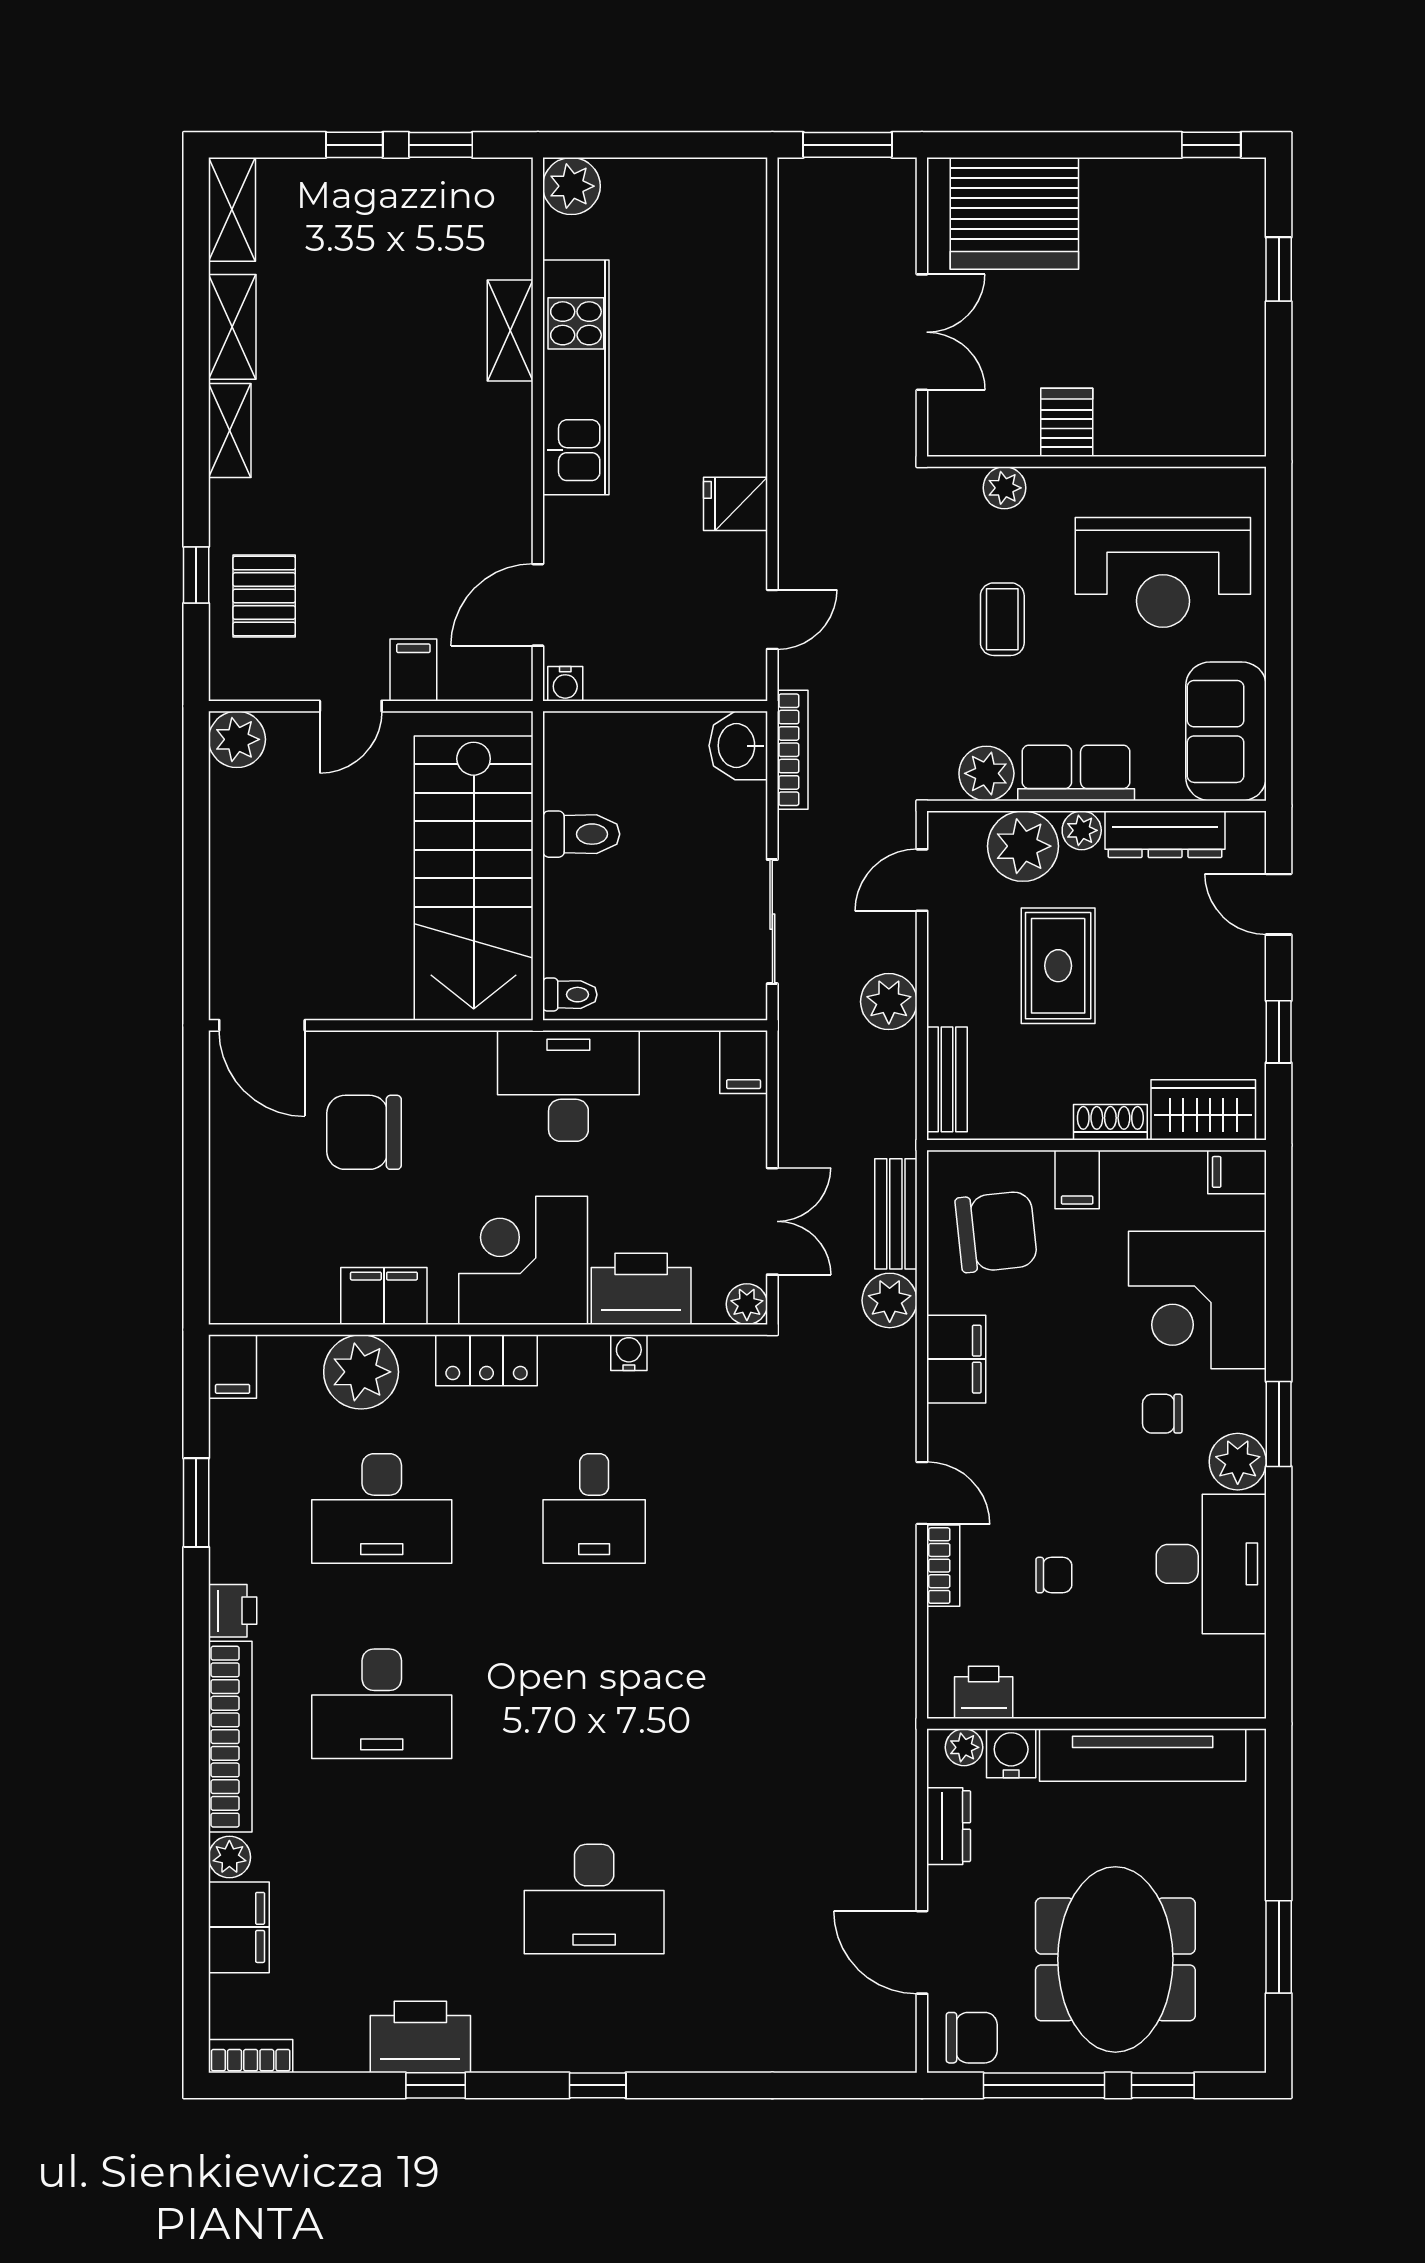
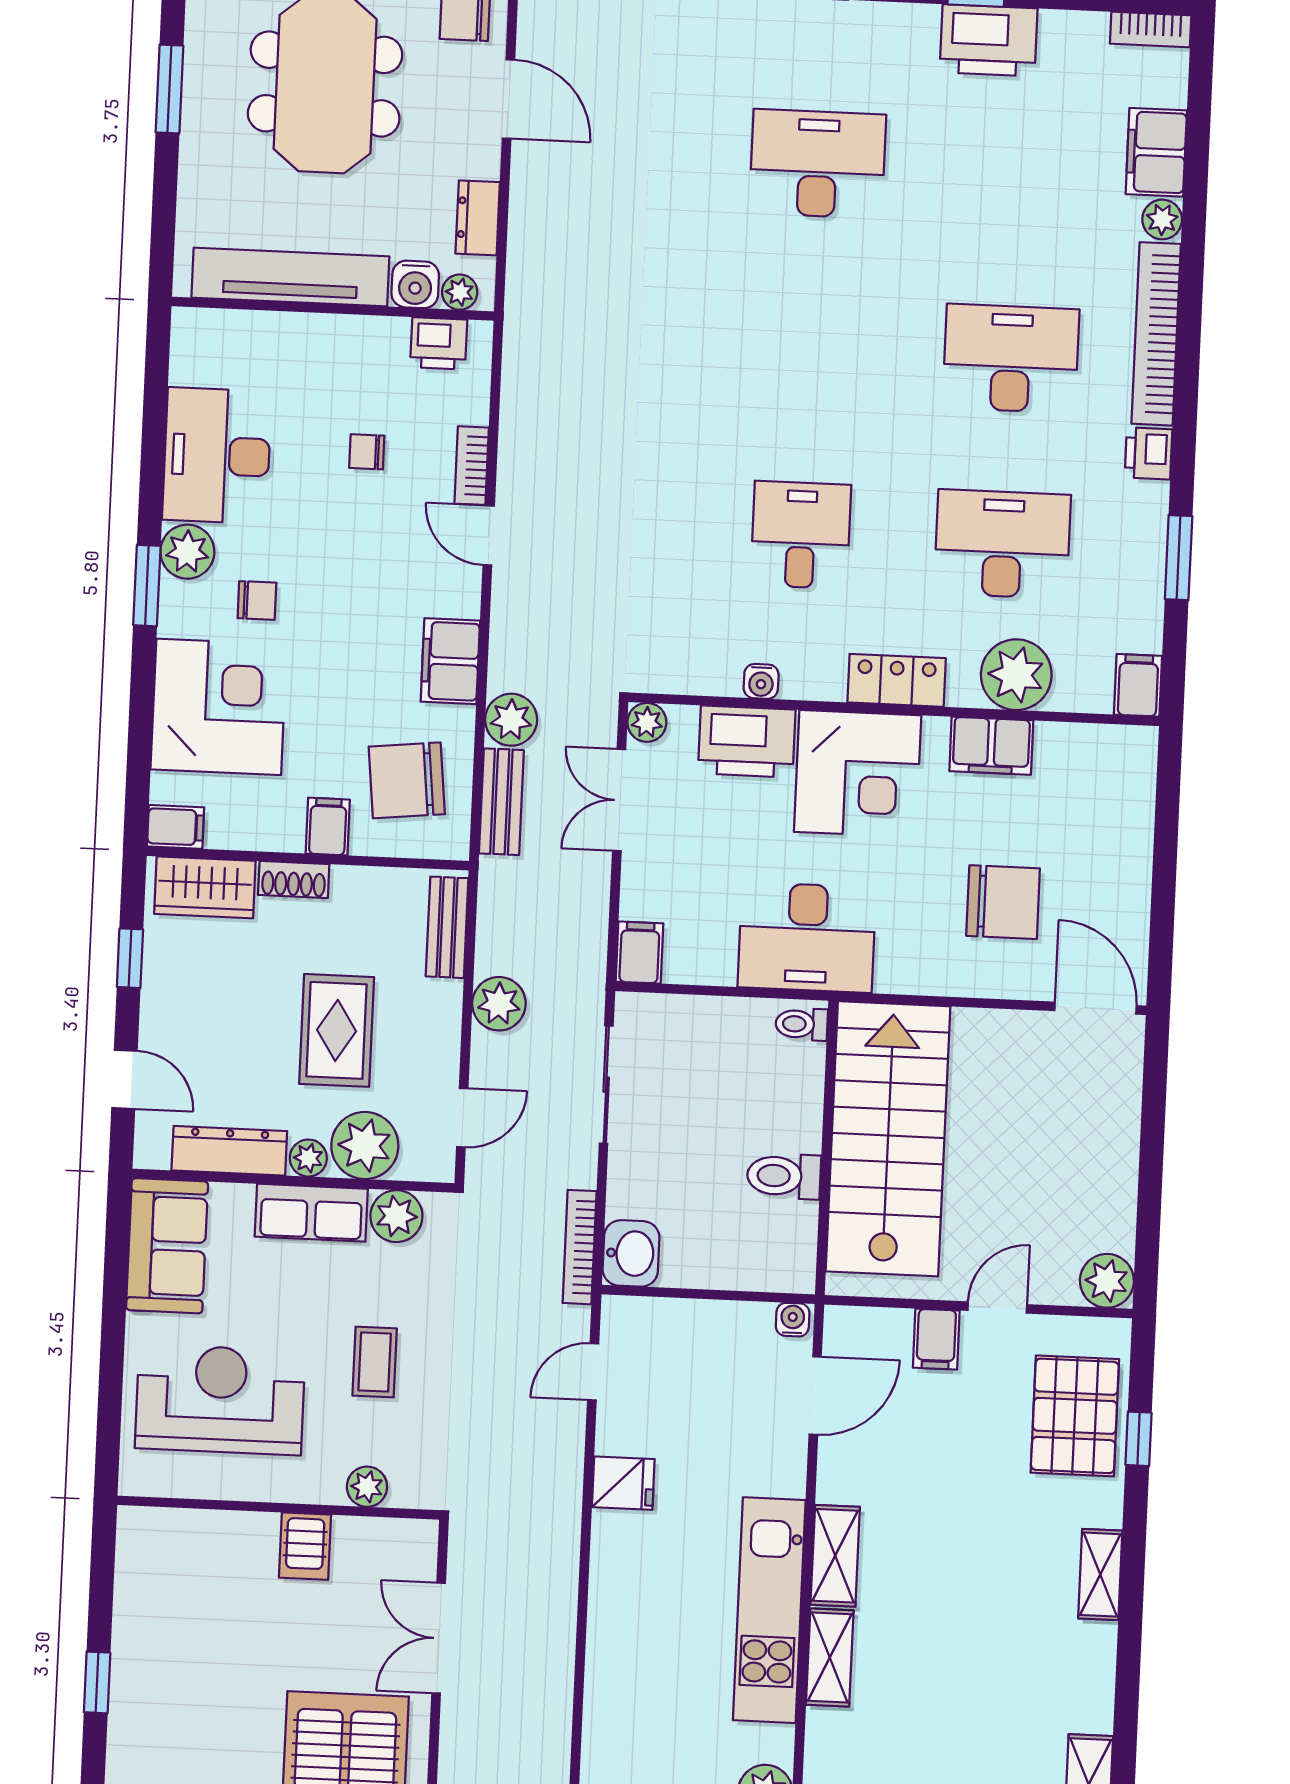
shelving: (232, 327) -> (835, 1556), moved
pallet: (264, 596) -> (1075, 1416), width x1.50, depth x1.42

